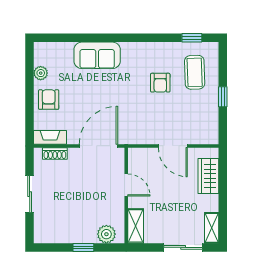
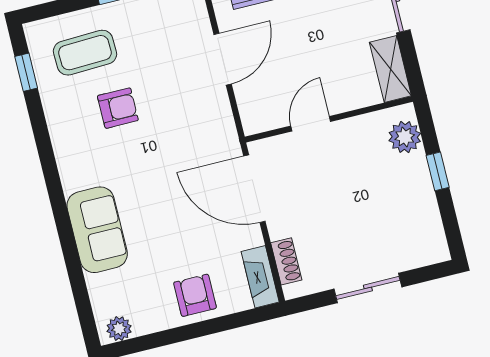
plant: (41, 73) -> (119, 329), moved
armchair: (49, 100) -> (195, 295), turned 90
shelving: (136, 226) -> (390, 69), moved, turned 90

